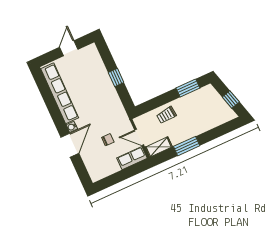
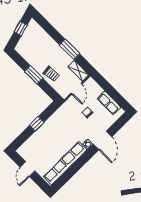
door: (69, 48) -> (28, 169), hinge flipped
window: (188, 88) -> (34, 75), moved
door: (70, 145) -> (103, 140), swing flipped
row of seats: (132, 158) -> (109, 103), moved

